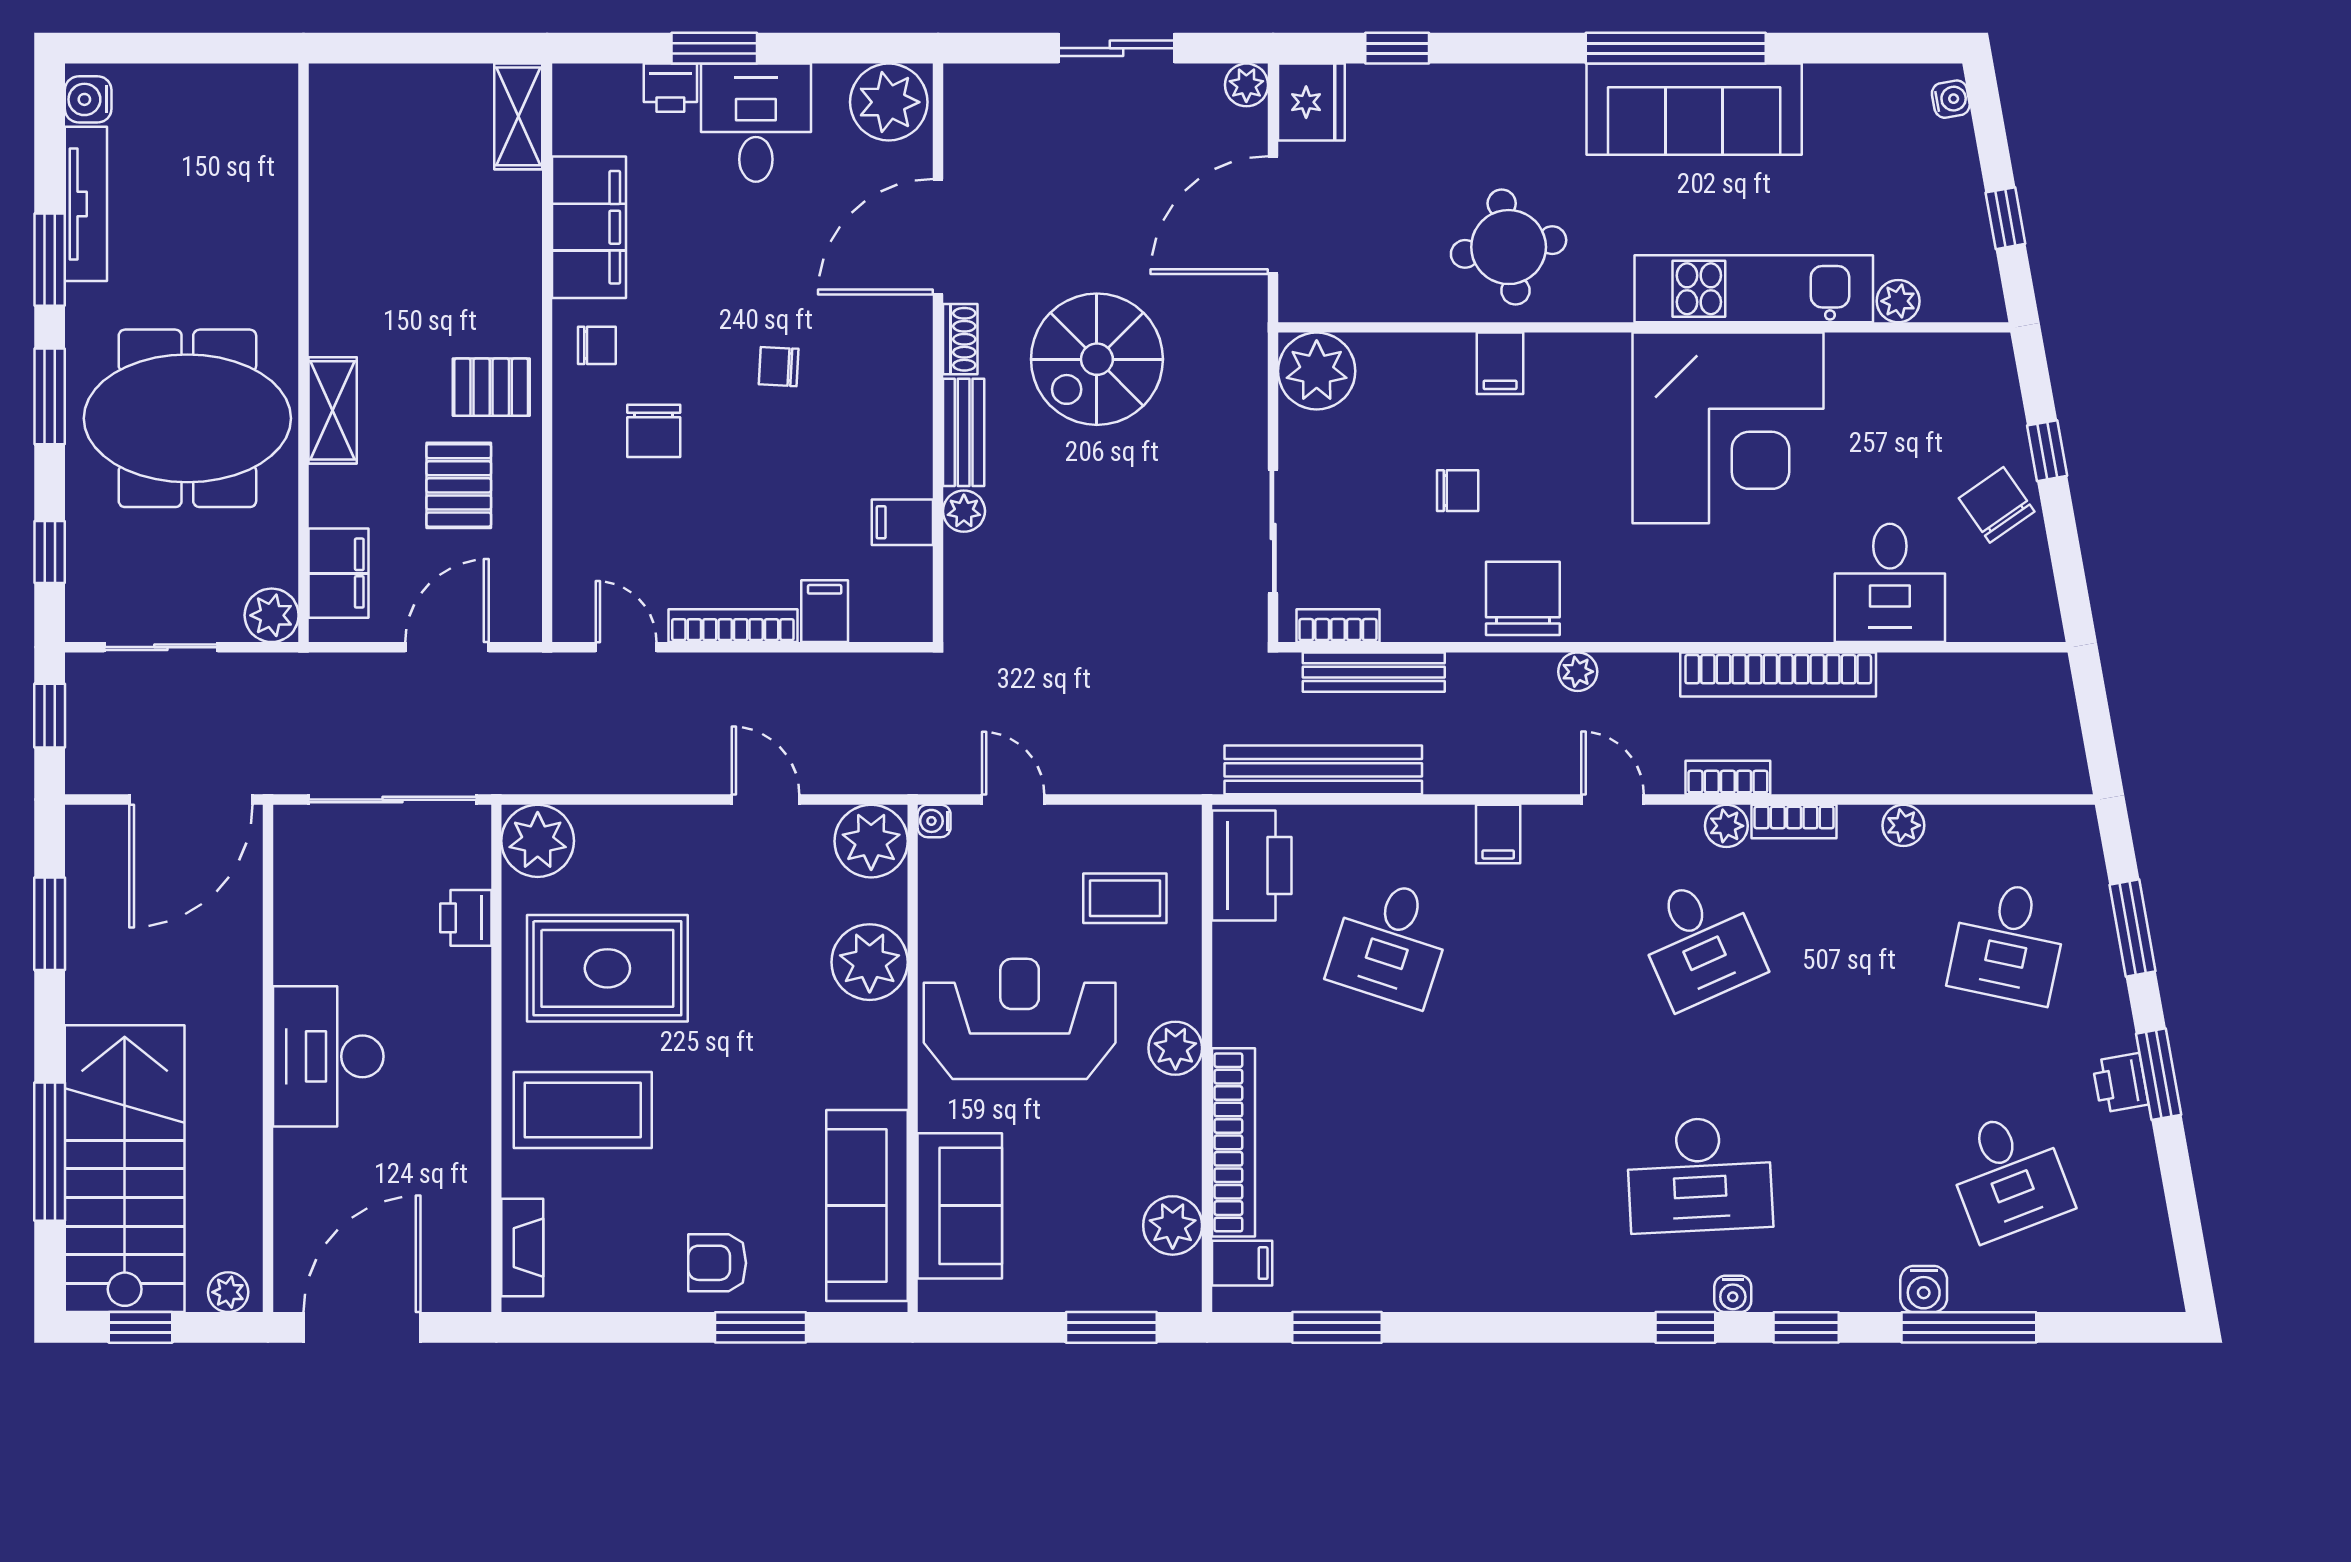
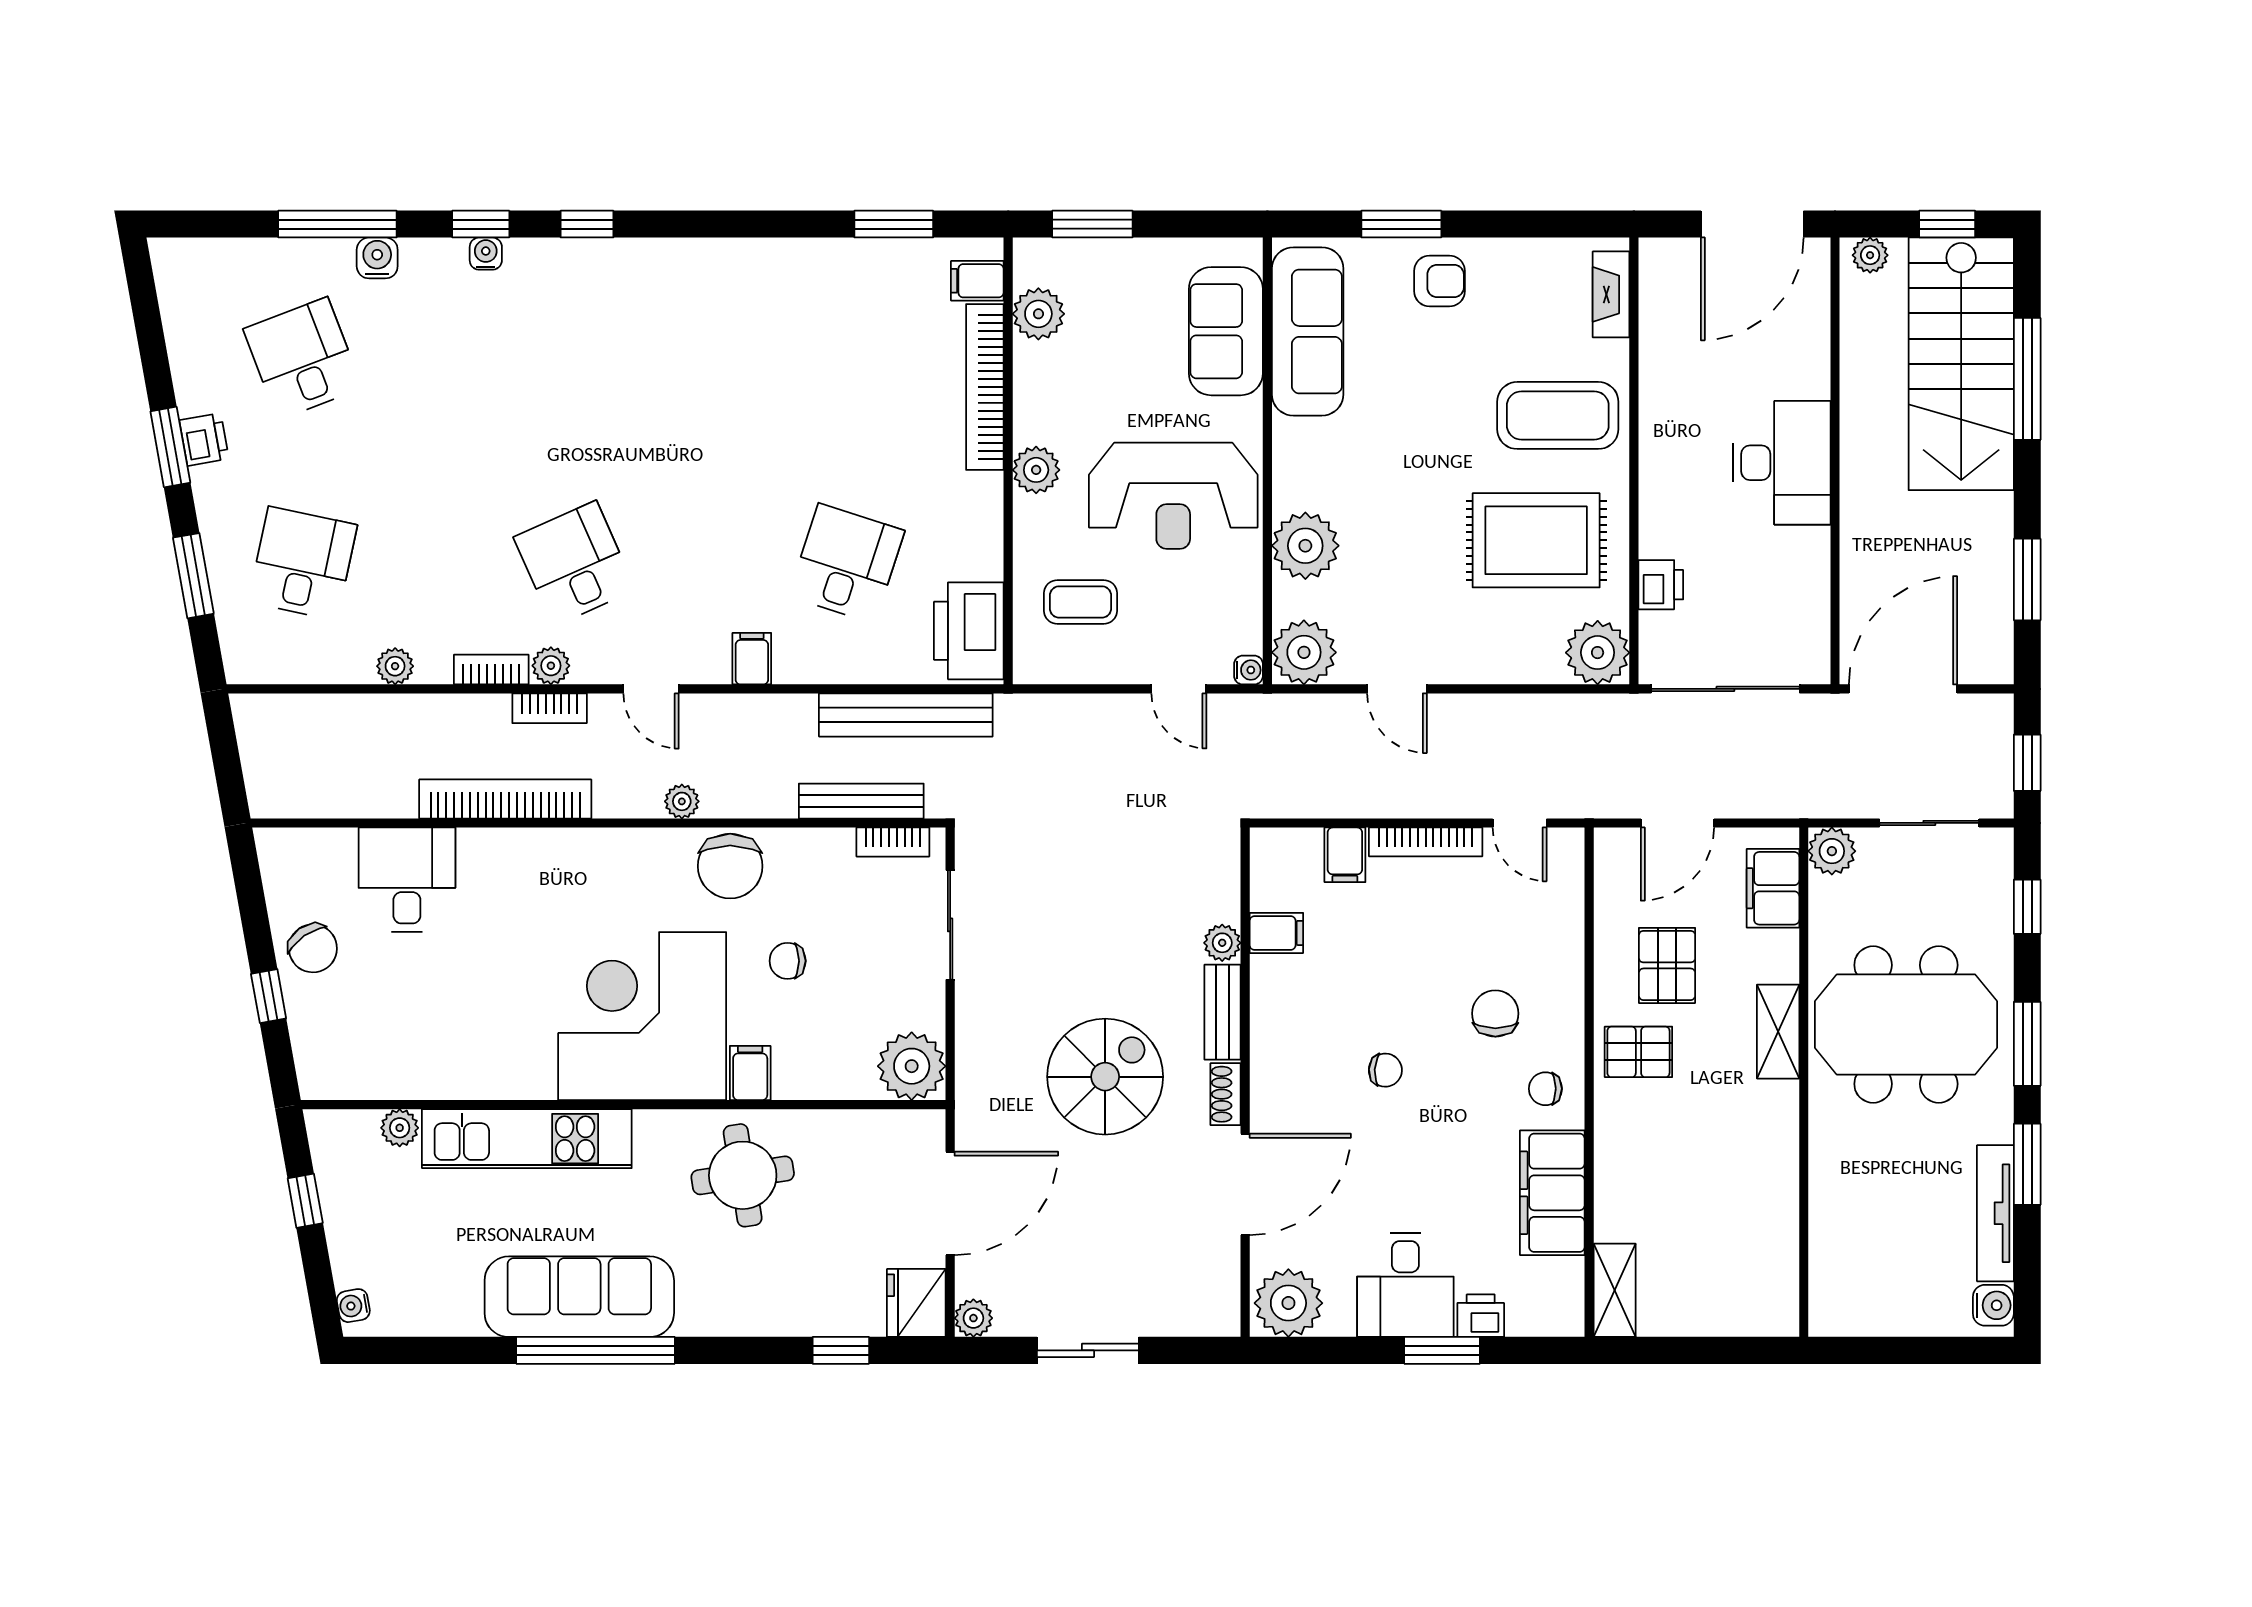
corner desk: (1728, 428) -> (642, 1016), moved
desk: (1699, 1175) -> (575, 359), removed
water cooler: (1733, 1294) -> (486, 254), moved

